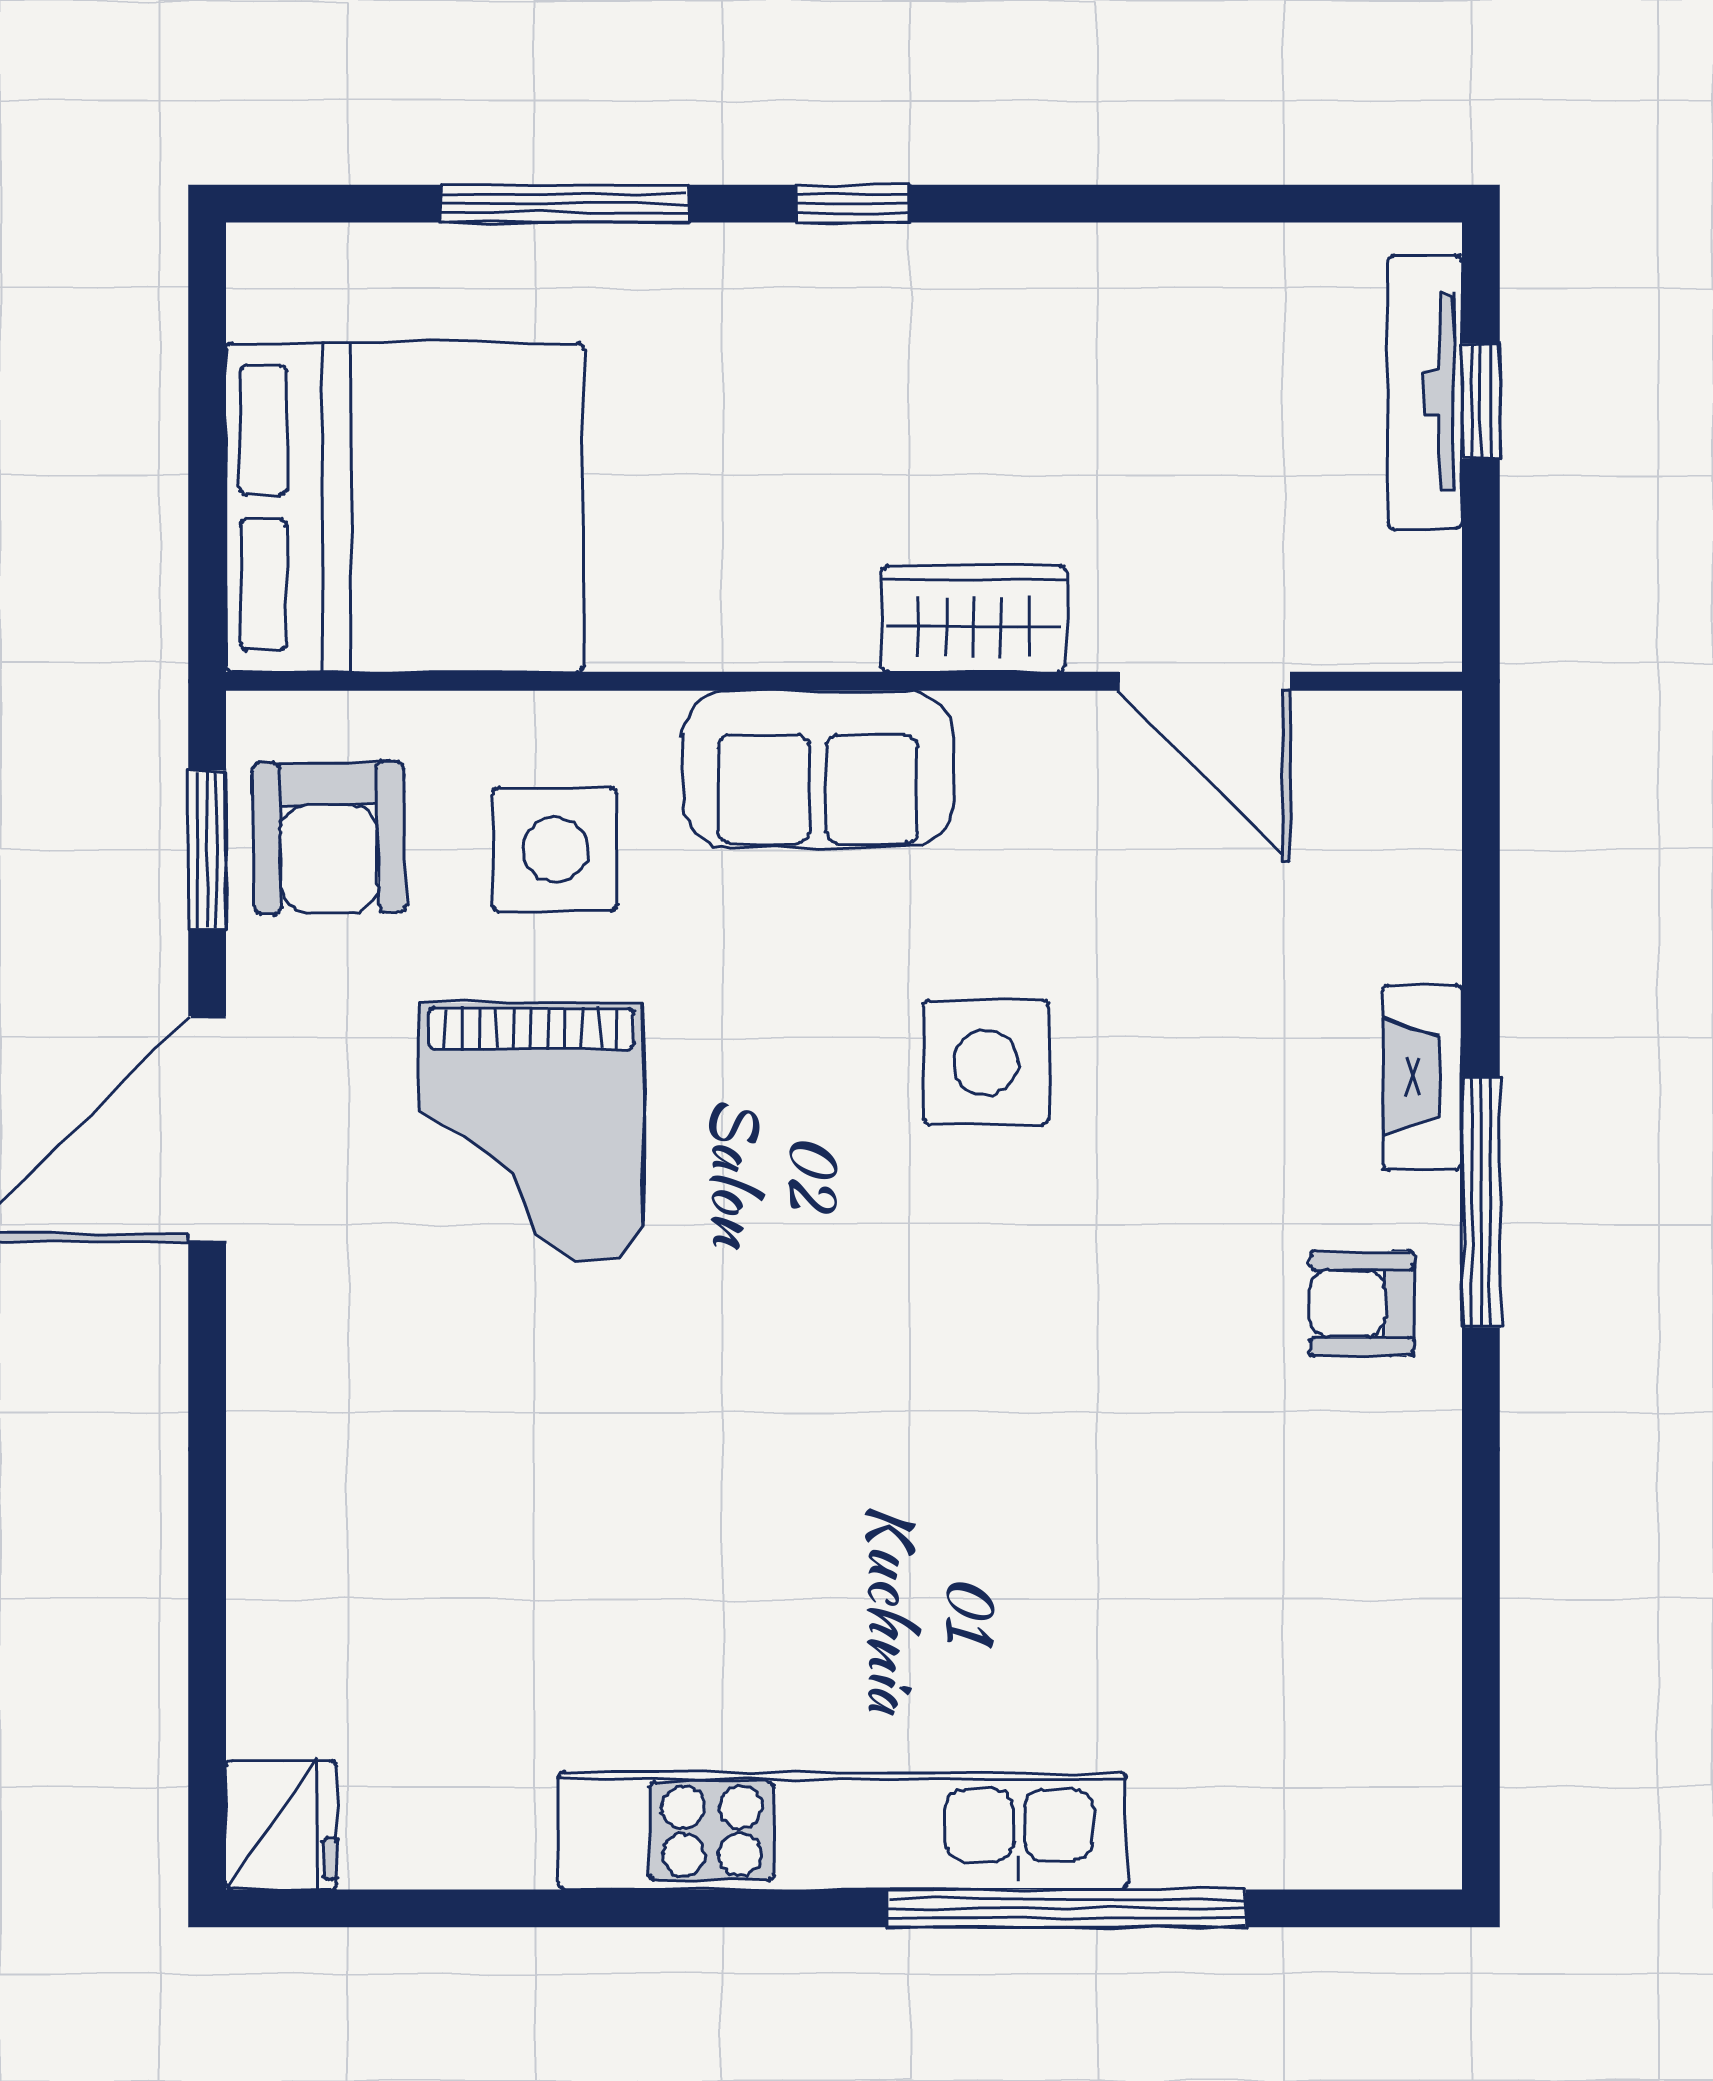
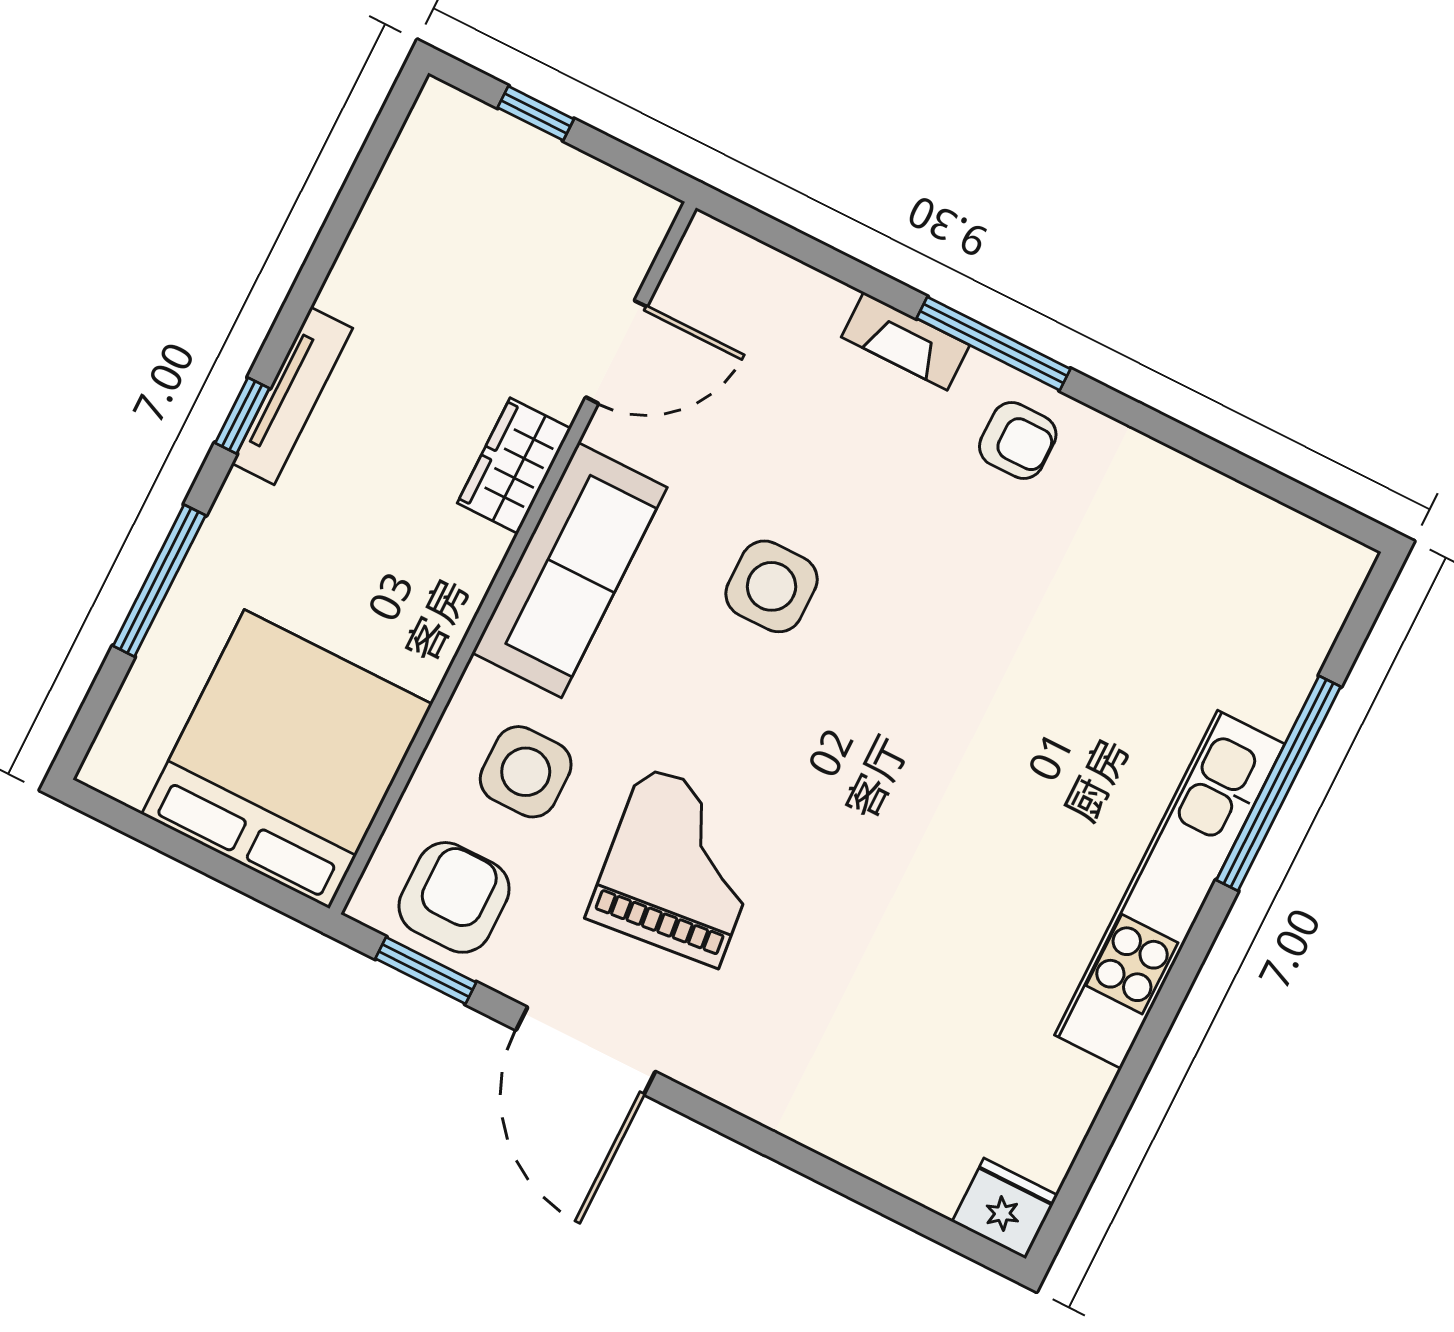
tv unit: (1425, 392) -> (292, 396), moved, turned -90
sofa: (818, 769) -> (570, 570), width x1.36
armchair: (329, 838) -> (454, 897), turned -89
grand piano: (531, 1132) -> (681, 866), turned -96
armchair: (1362, 1304) -> (1018, 441), turned -90

